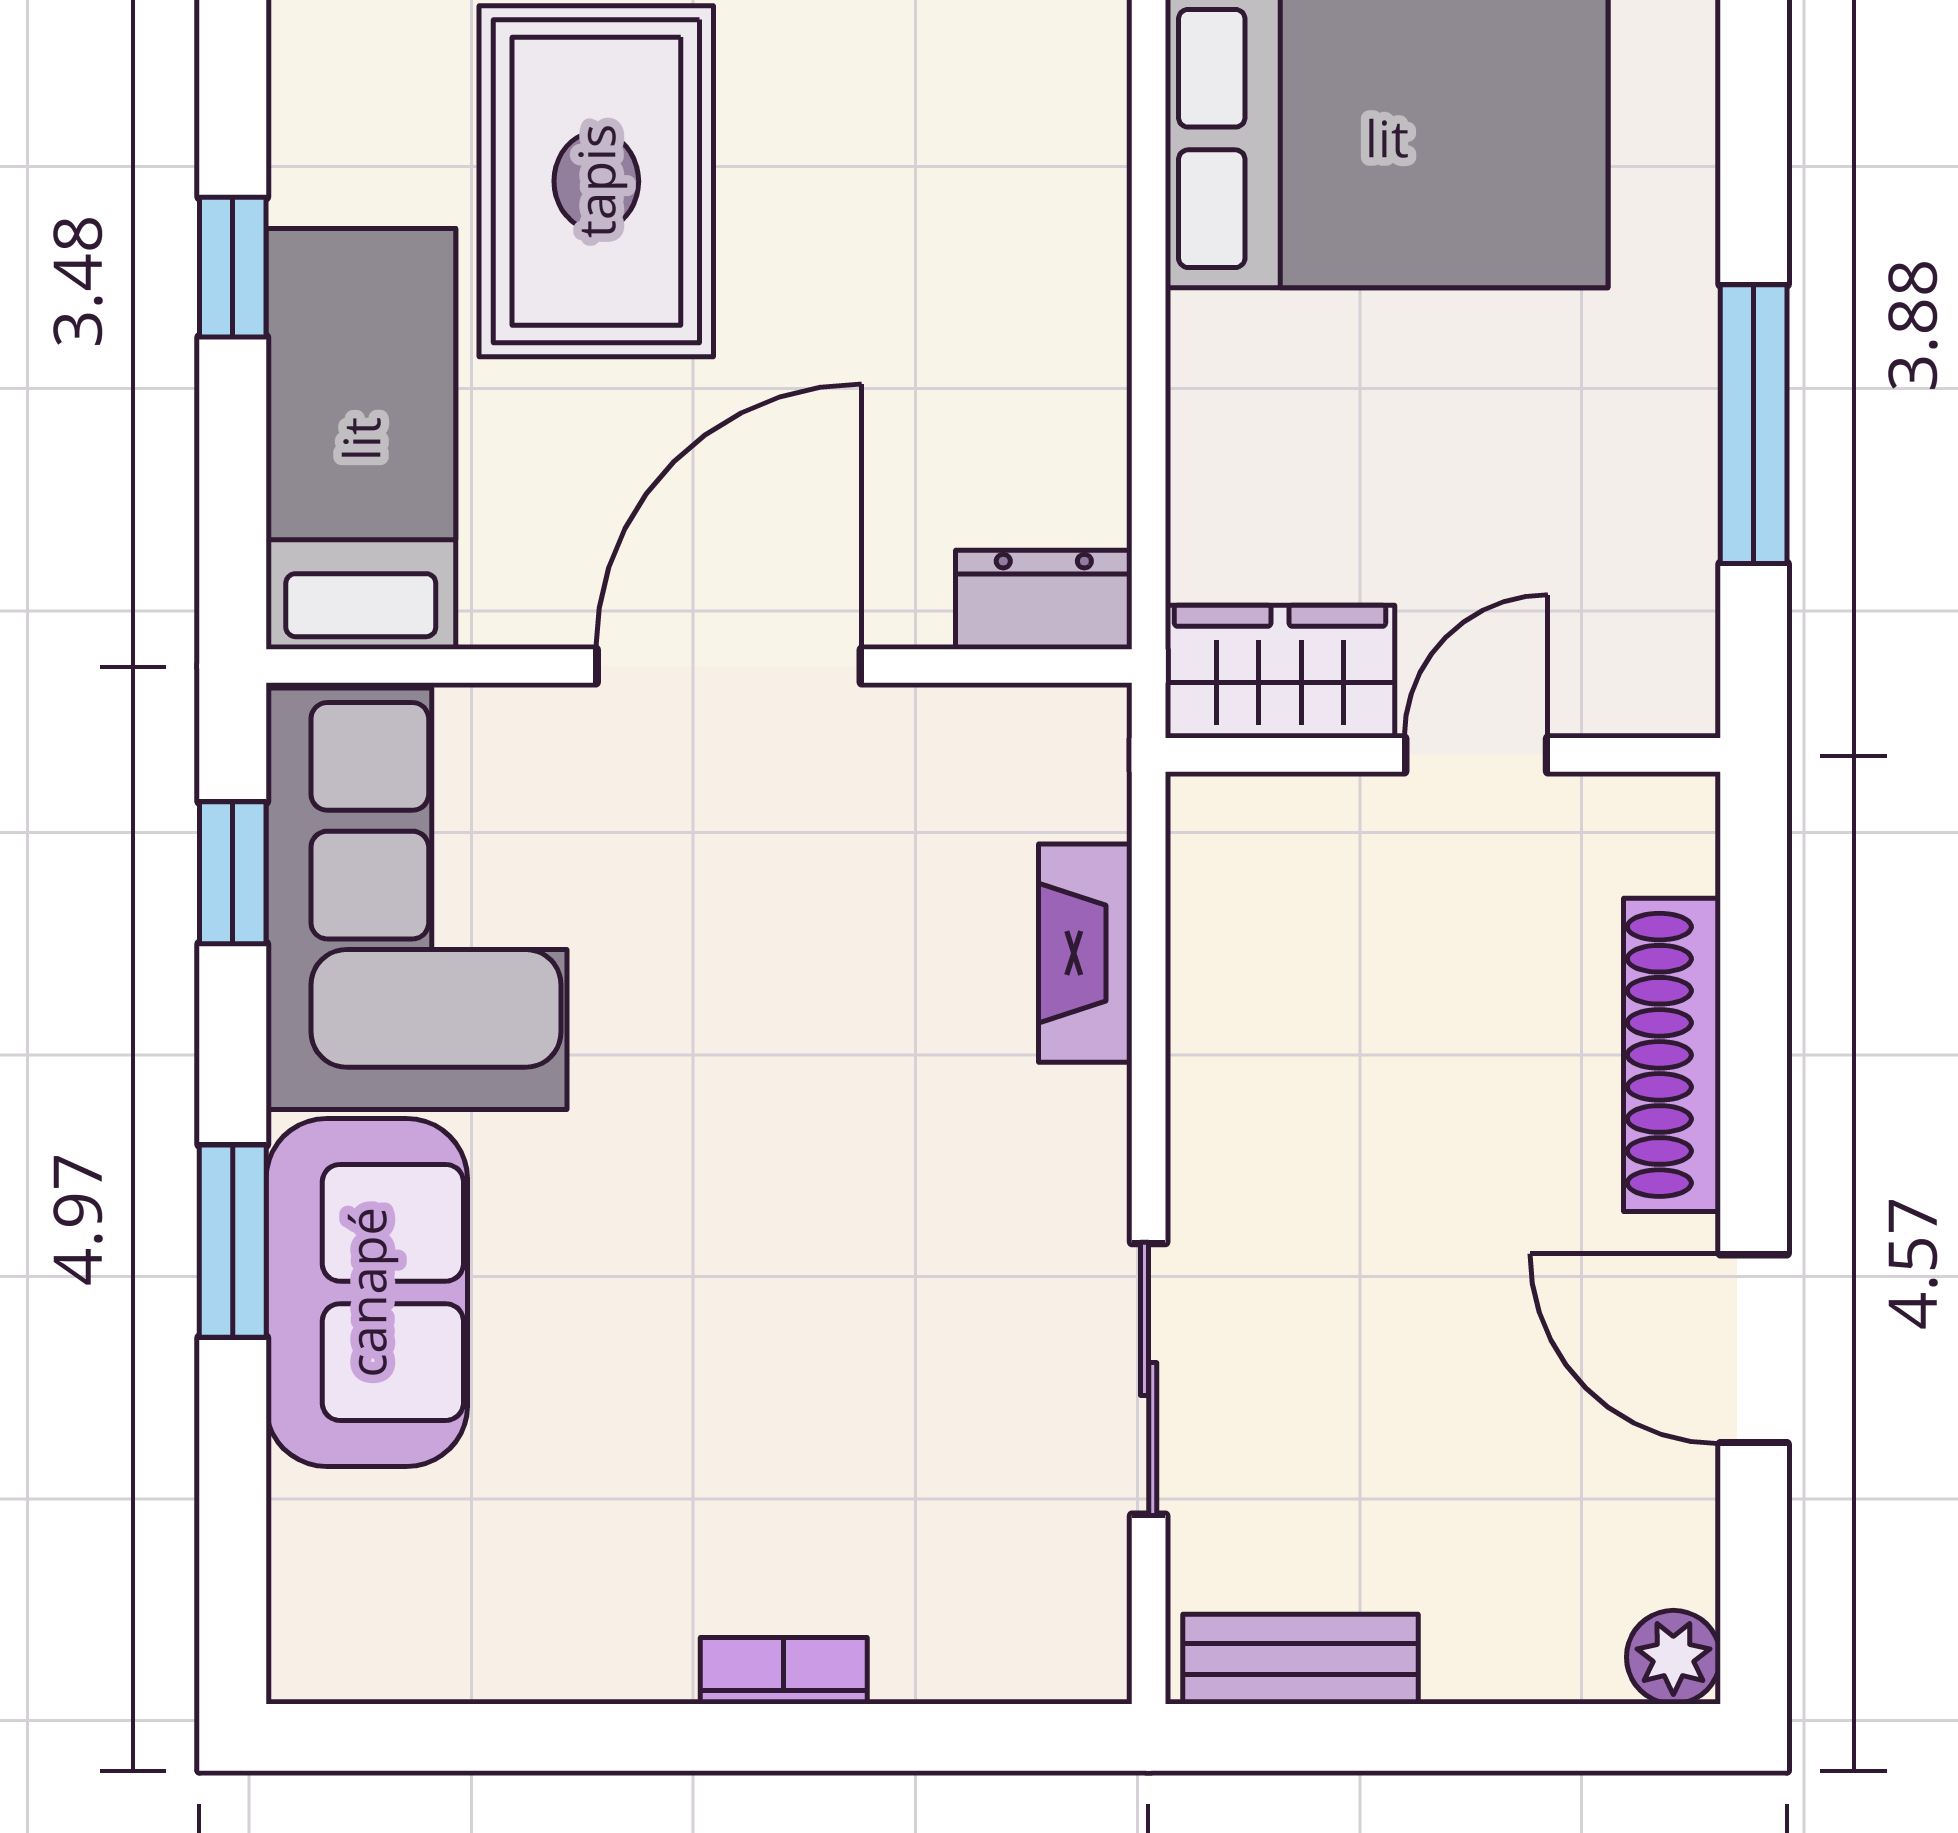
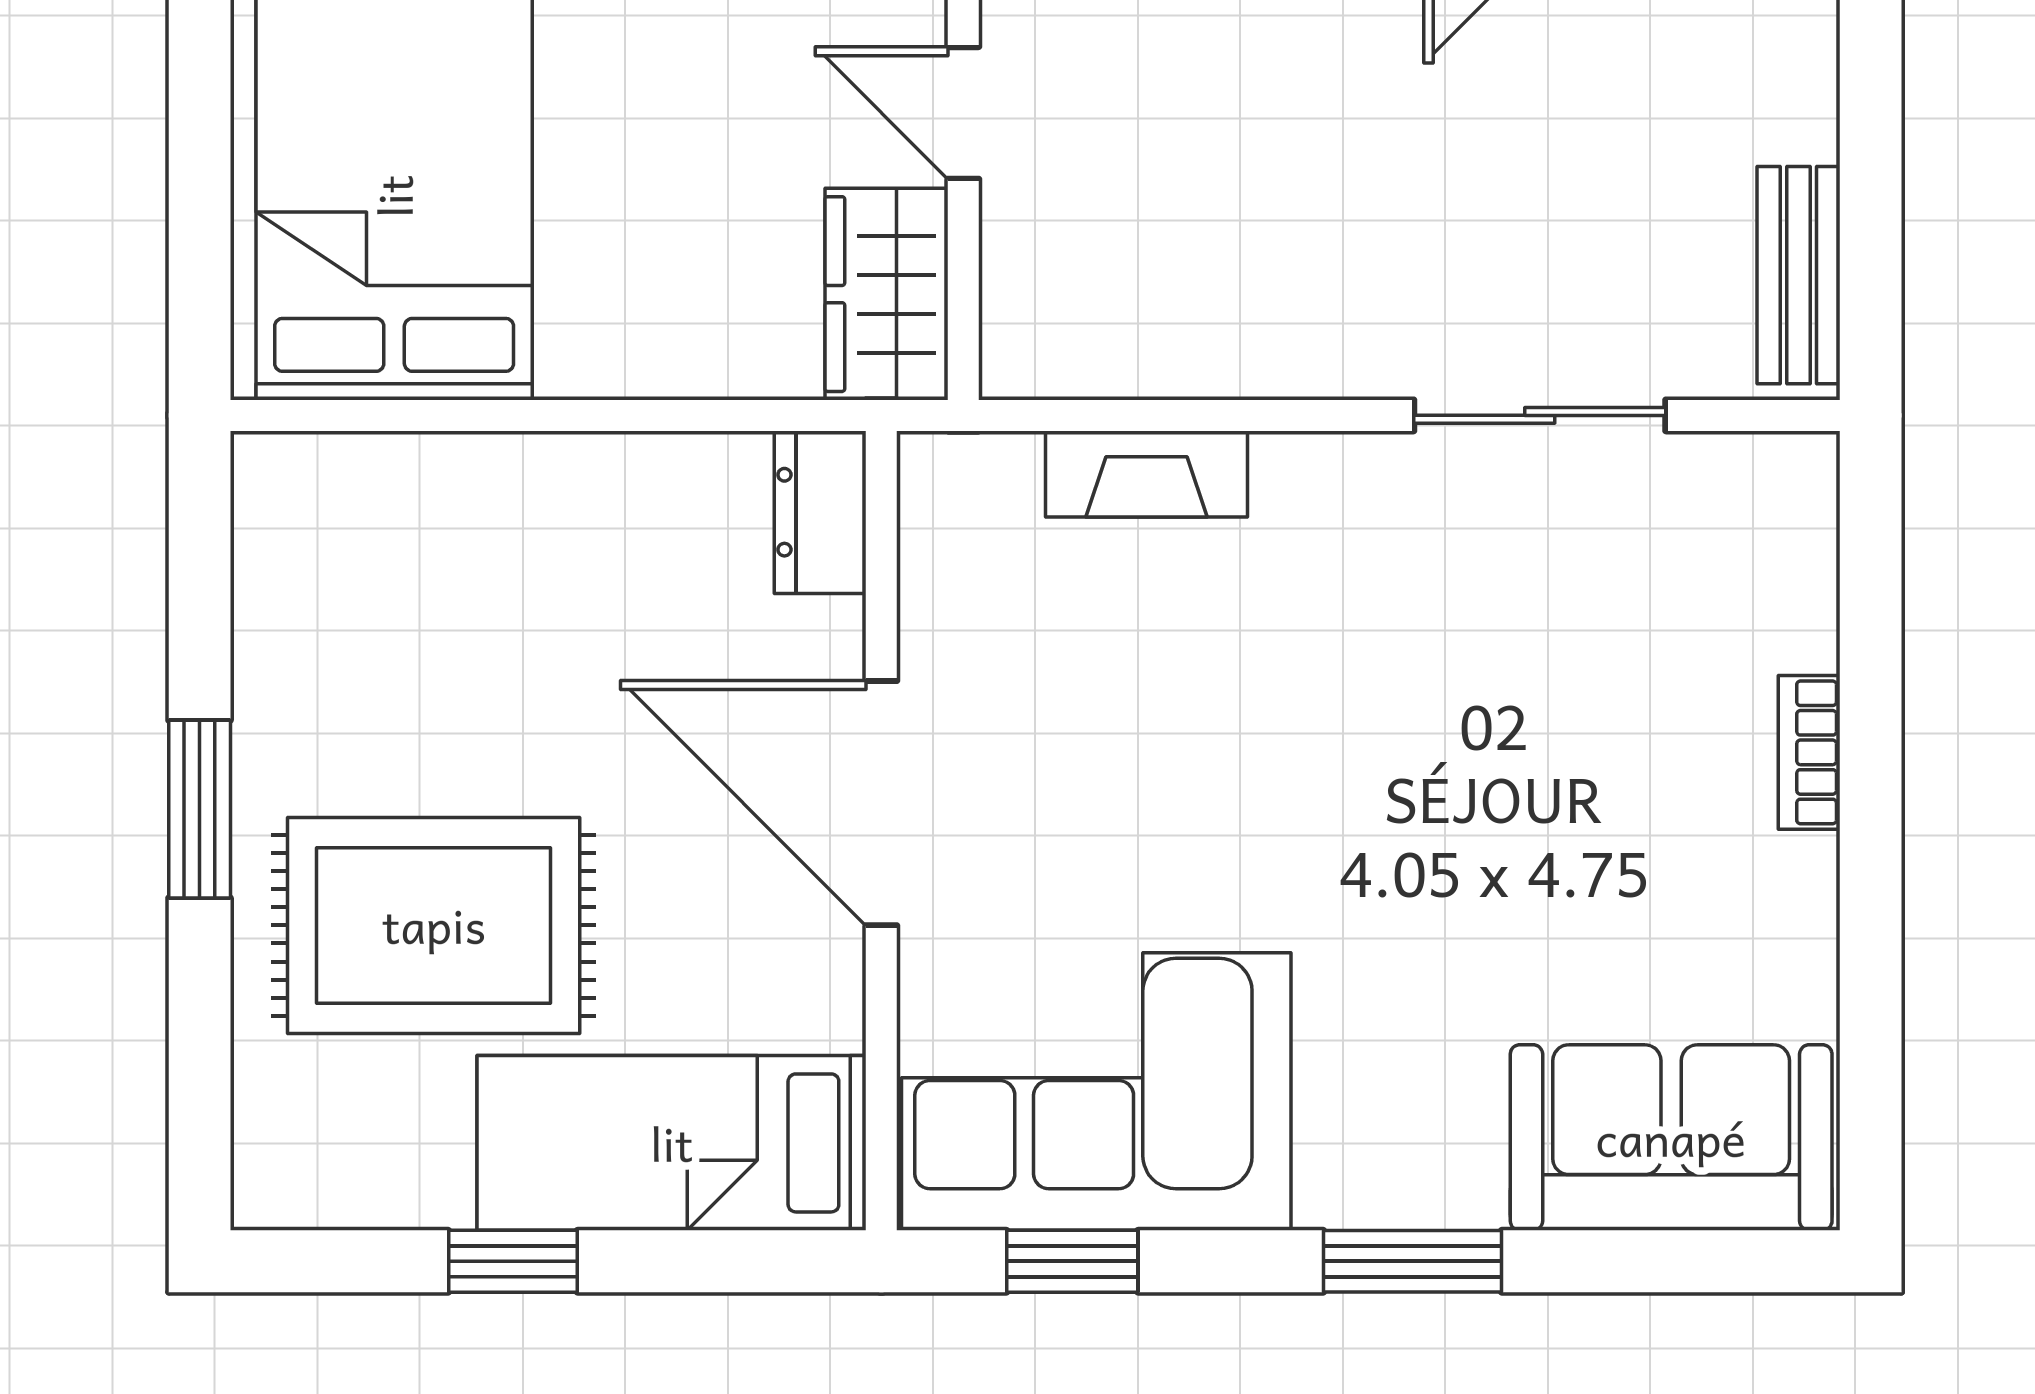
sofa: (367, 1292) -> (1671, 1138), moved

